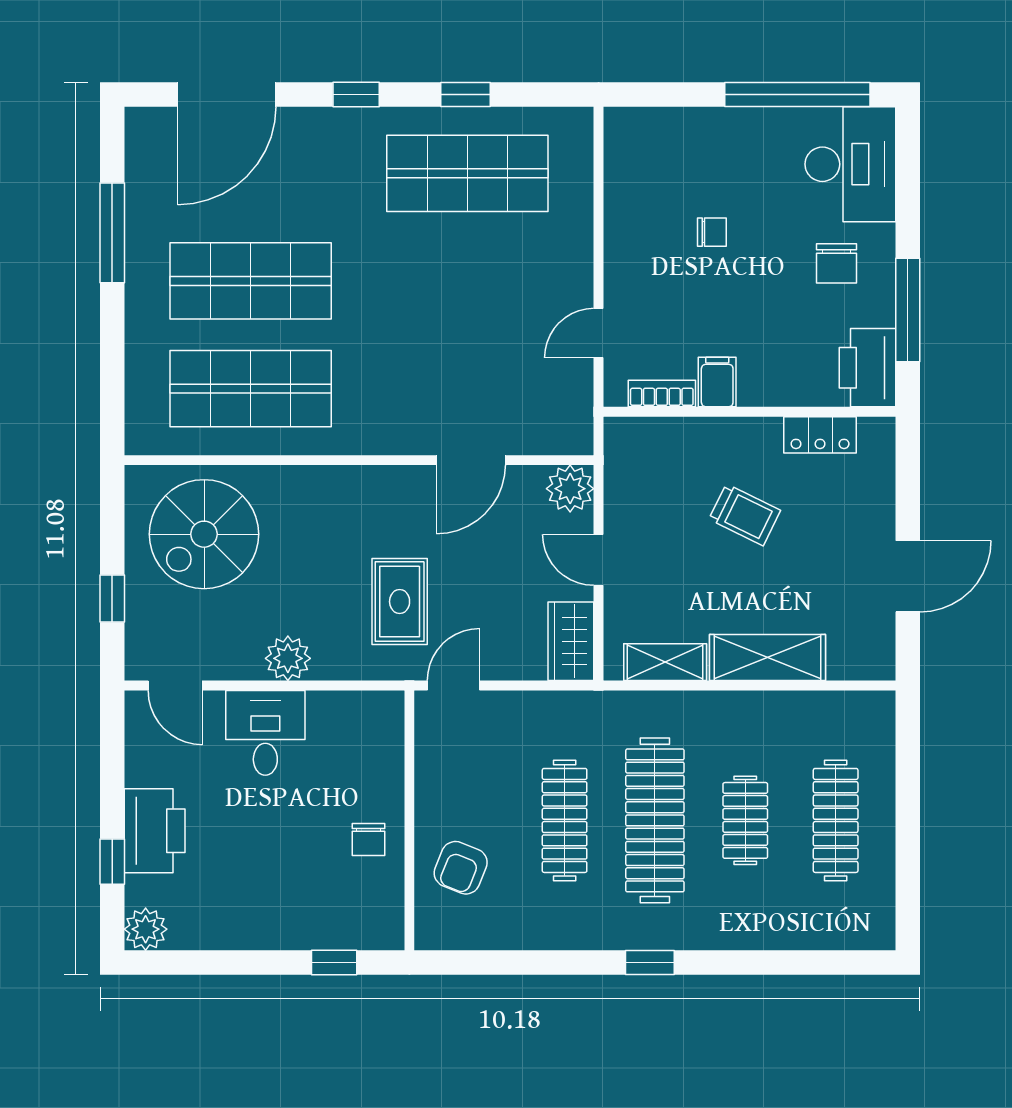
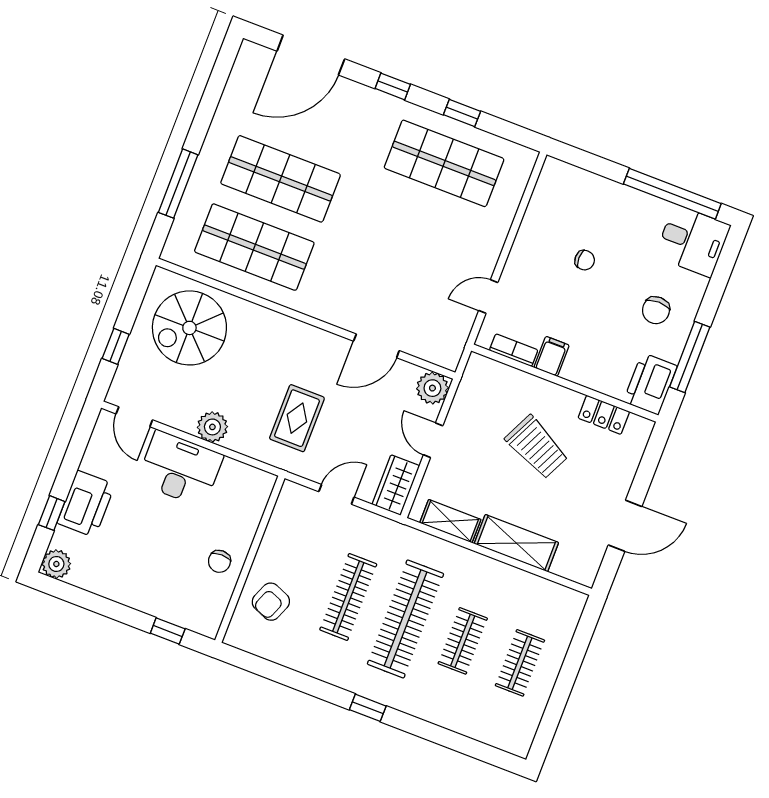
desk: (850, 164) -> (693, 241), width x0.73
window: (112, 233) -> (178, 184), moved
trolley: (745, 515) -> (537, 447), width x1.36, depth x1.39
door: (454, 686) -> (336, 494), moved
desk: (265, 733) -> (180, 469), width x1.37
clothes rail: (836, 820) -> (520, 663), width x0.73

